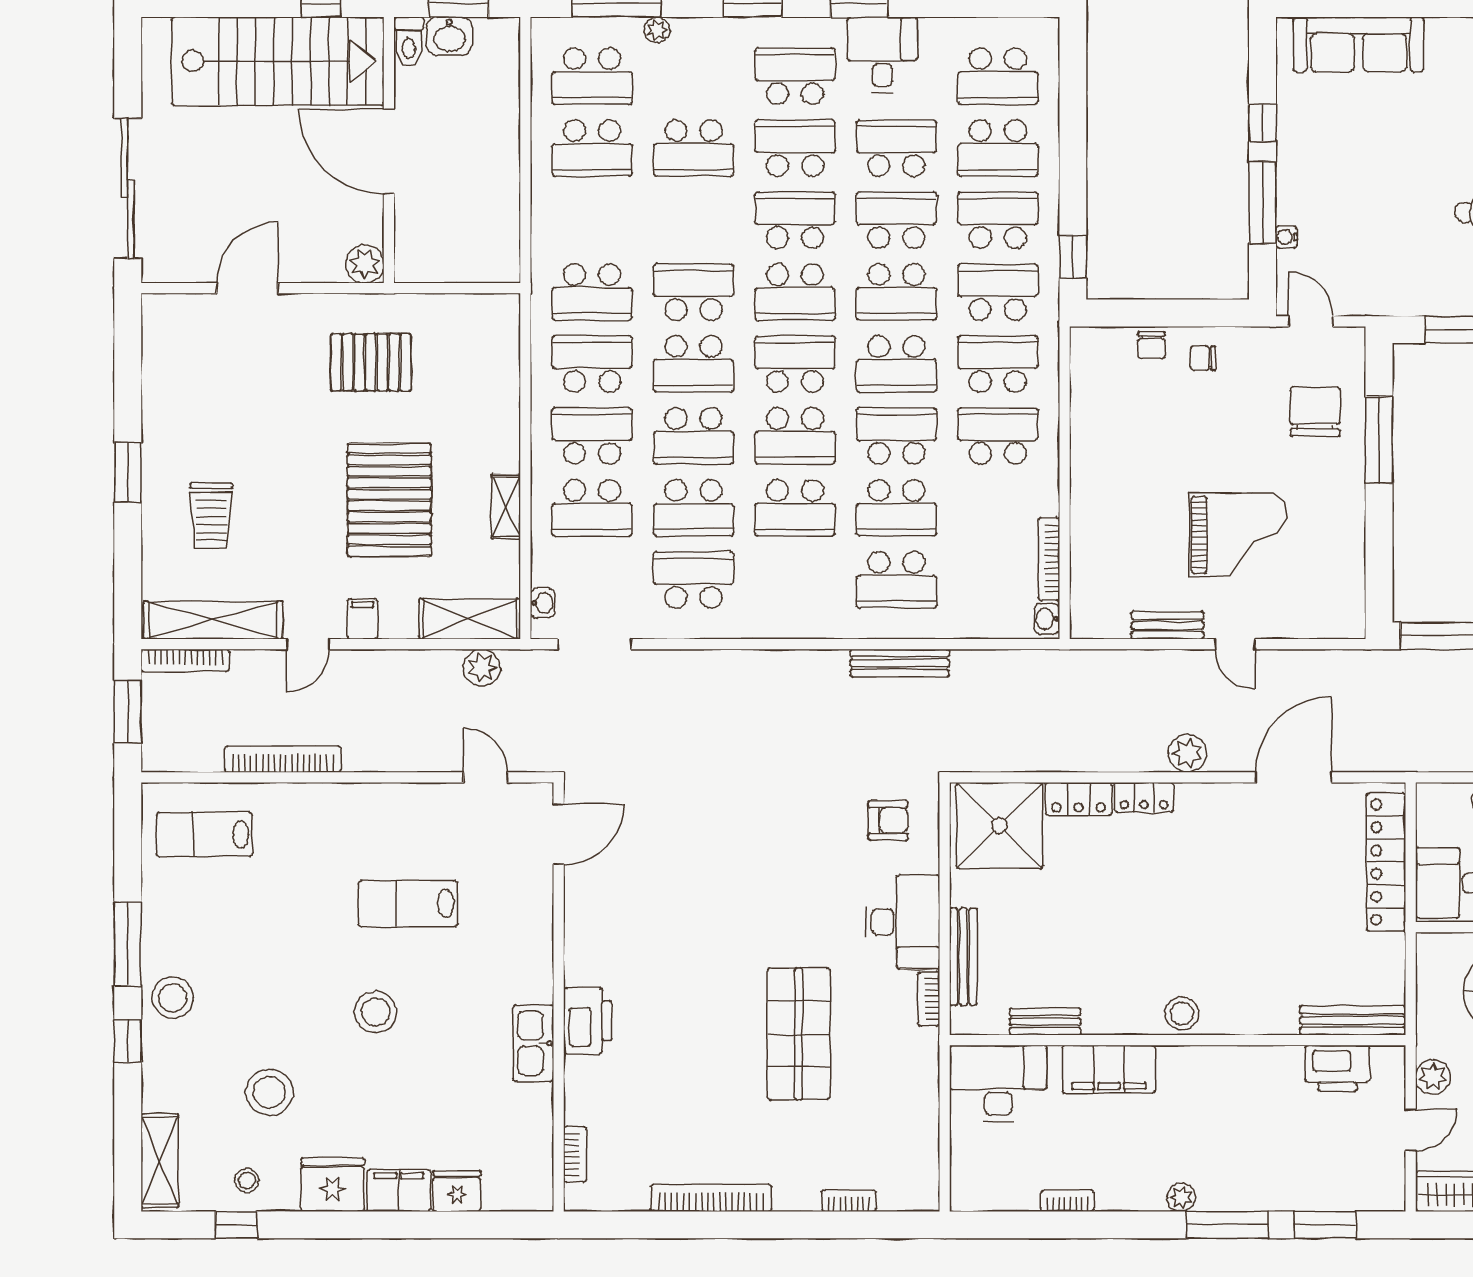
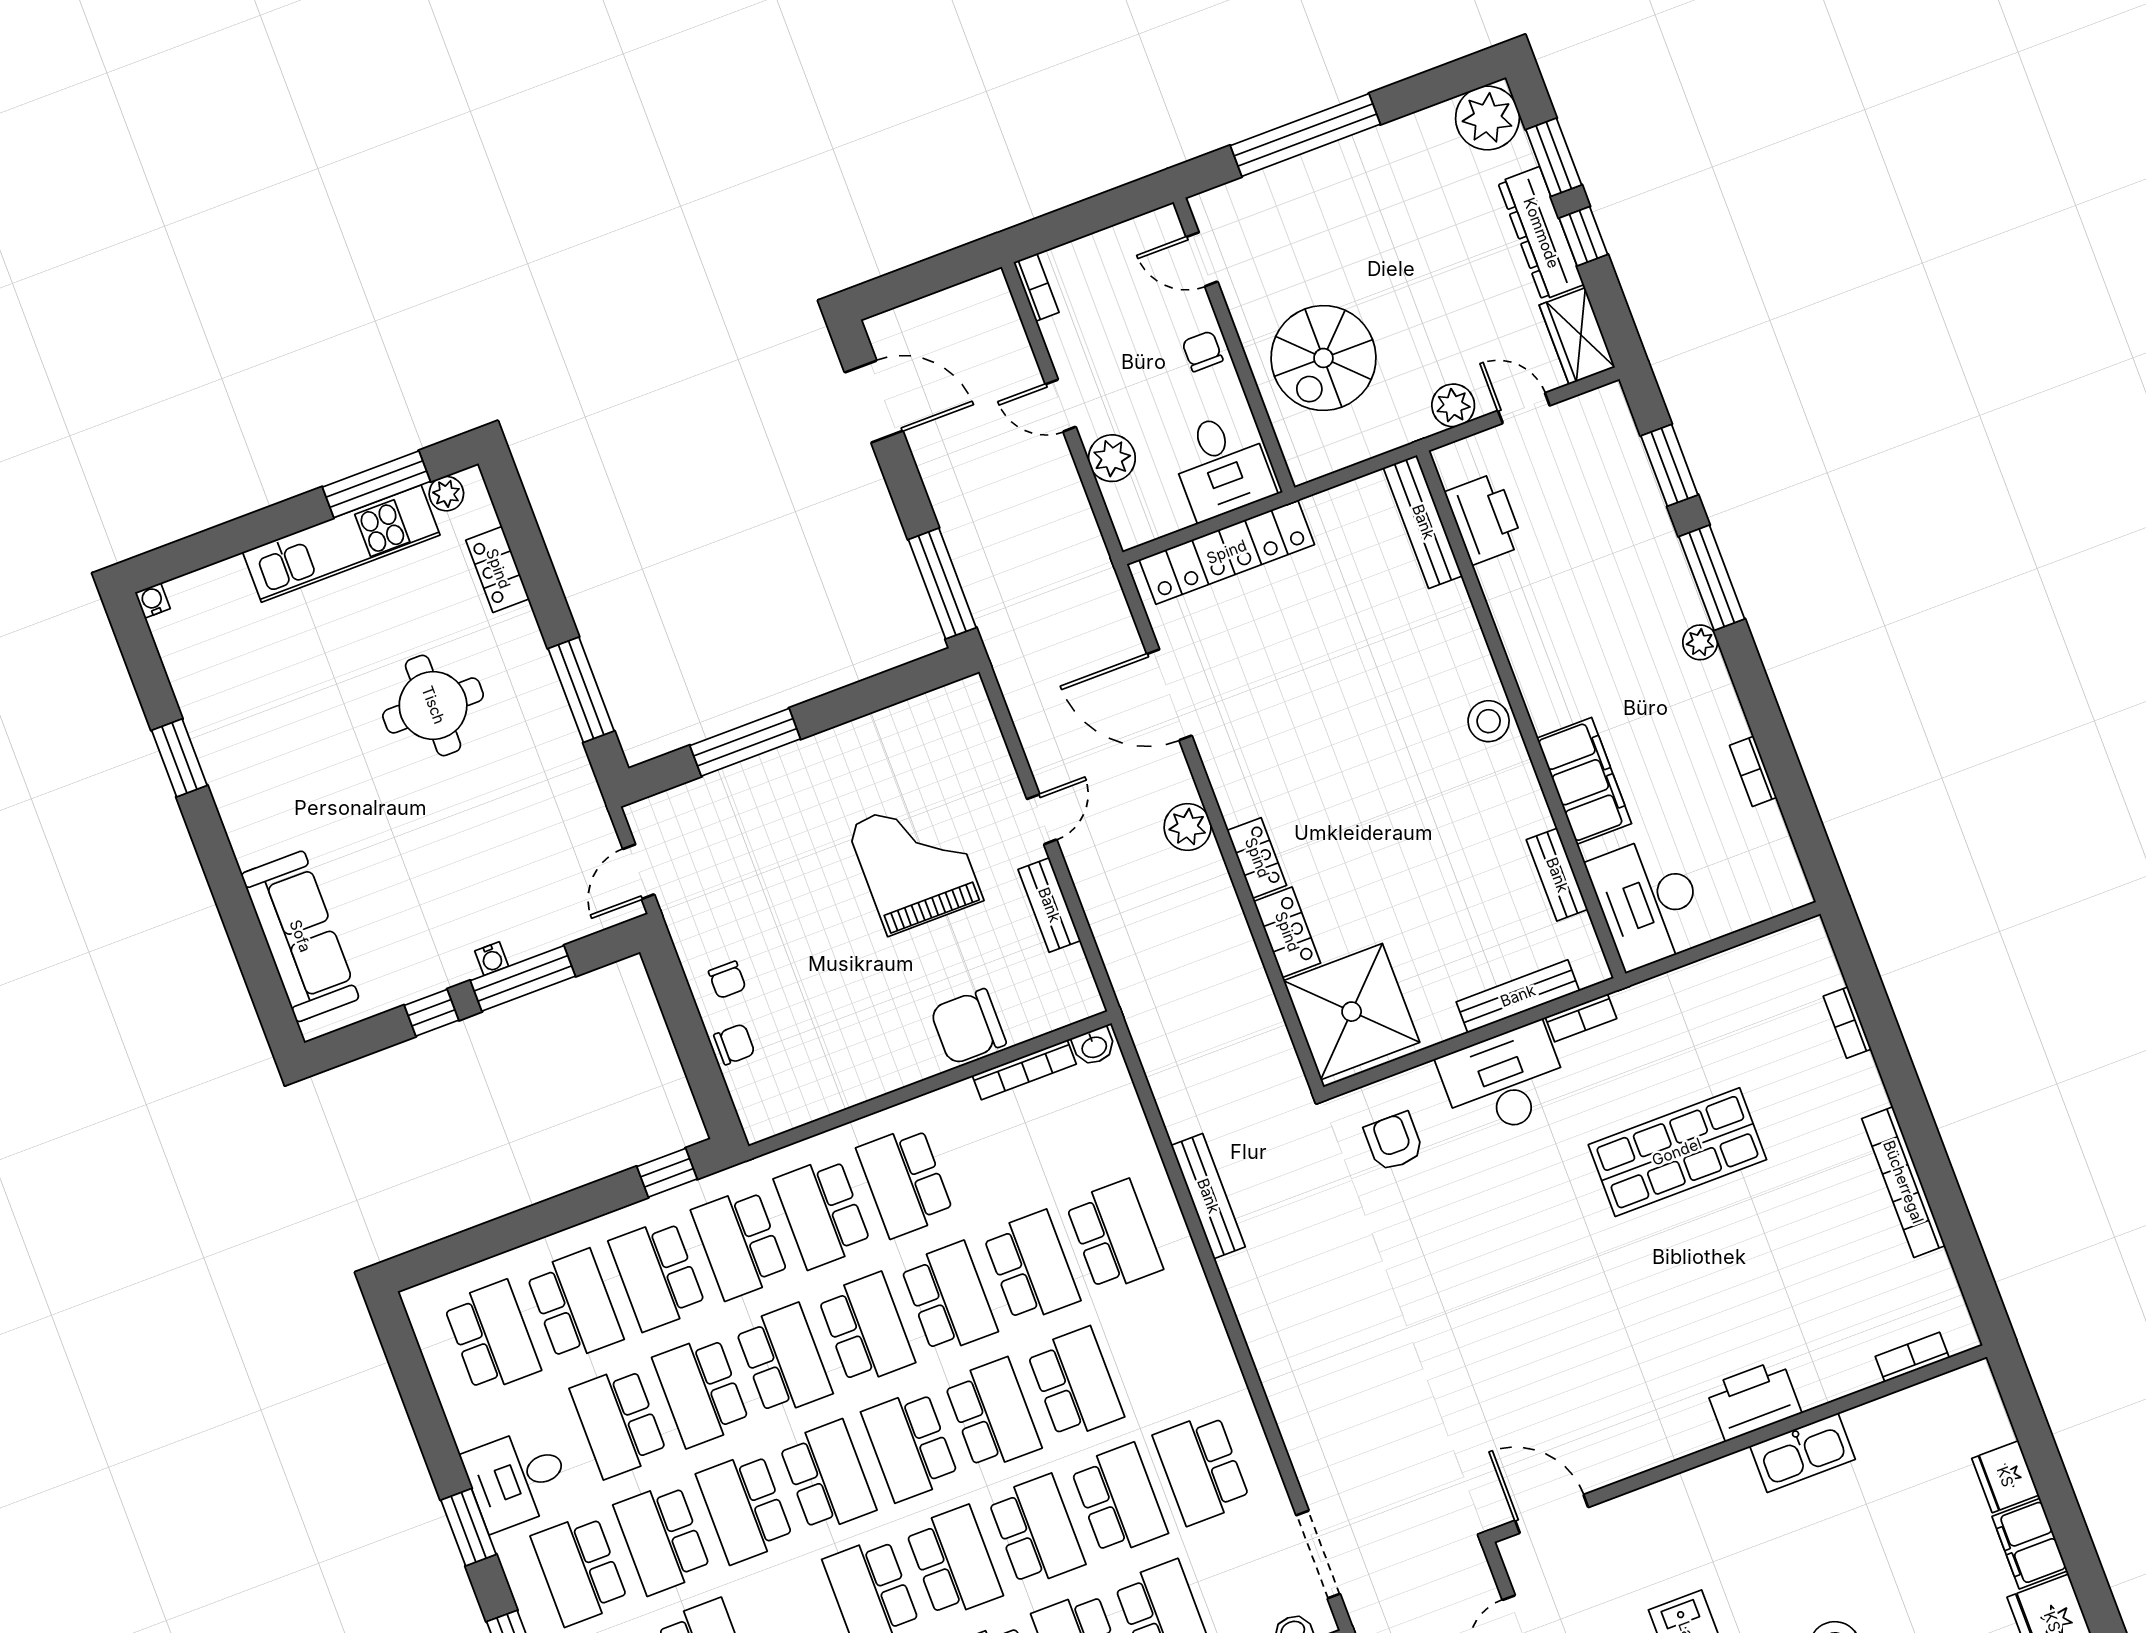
water cooler: (1287, 237) -> (492, 959), moved
chair: (1315, 412) -> (968, 1027), moved
school desk: (896, 436) -> (949, 1298), turned 180

